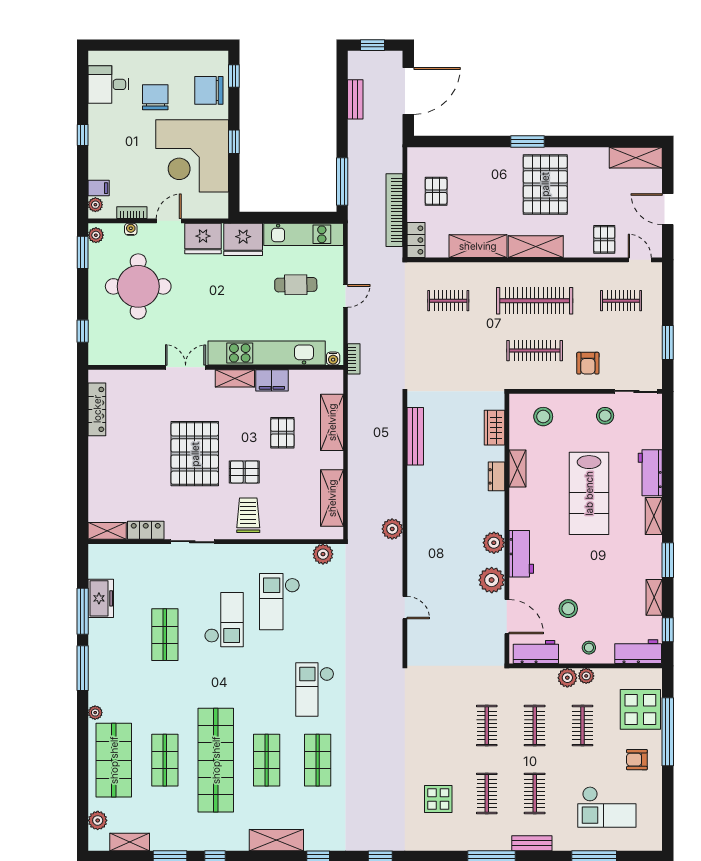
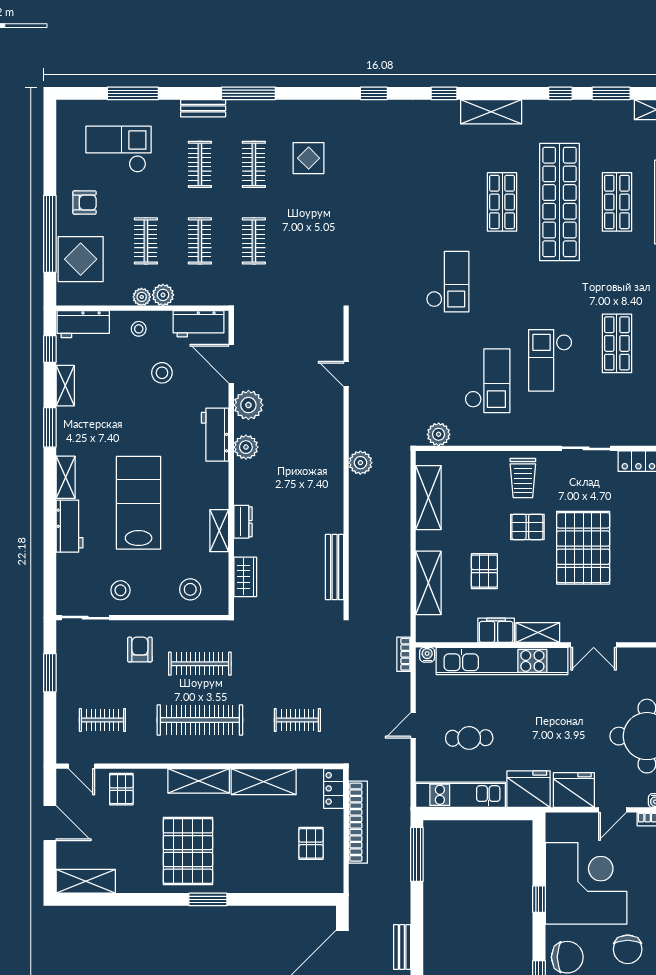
shop shelf: (318, 760) -> (445, 202), removed

